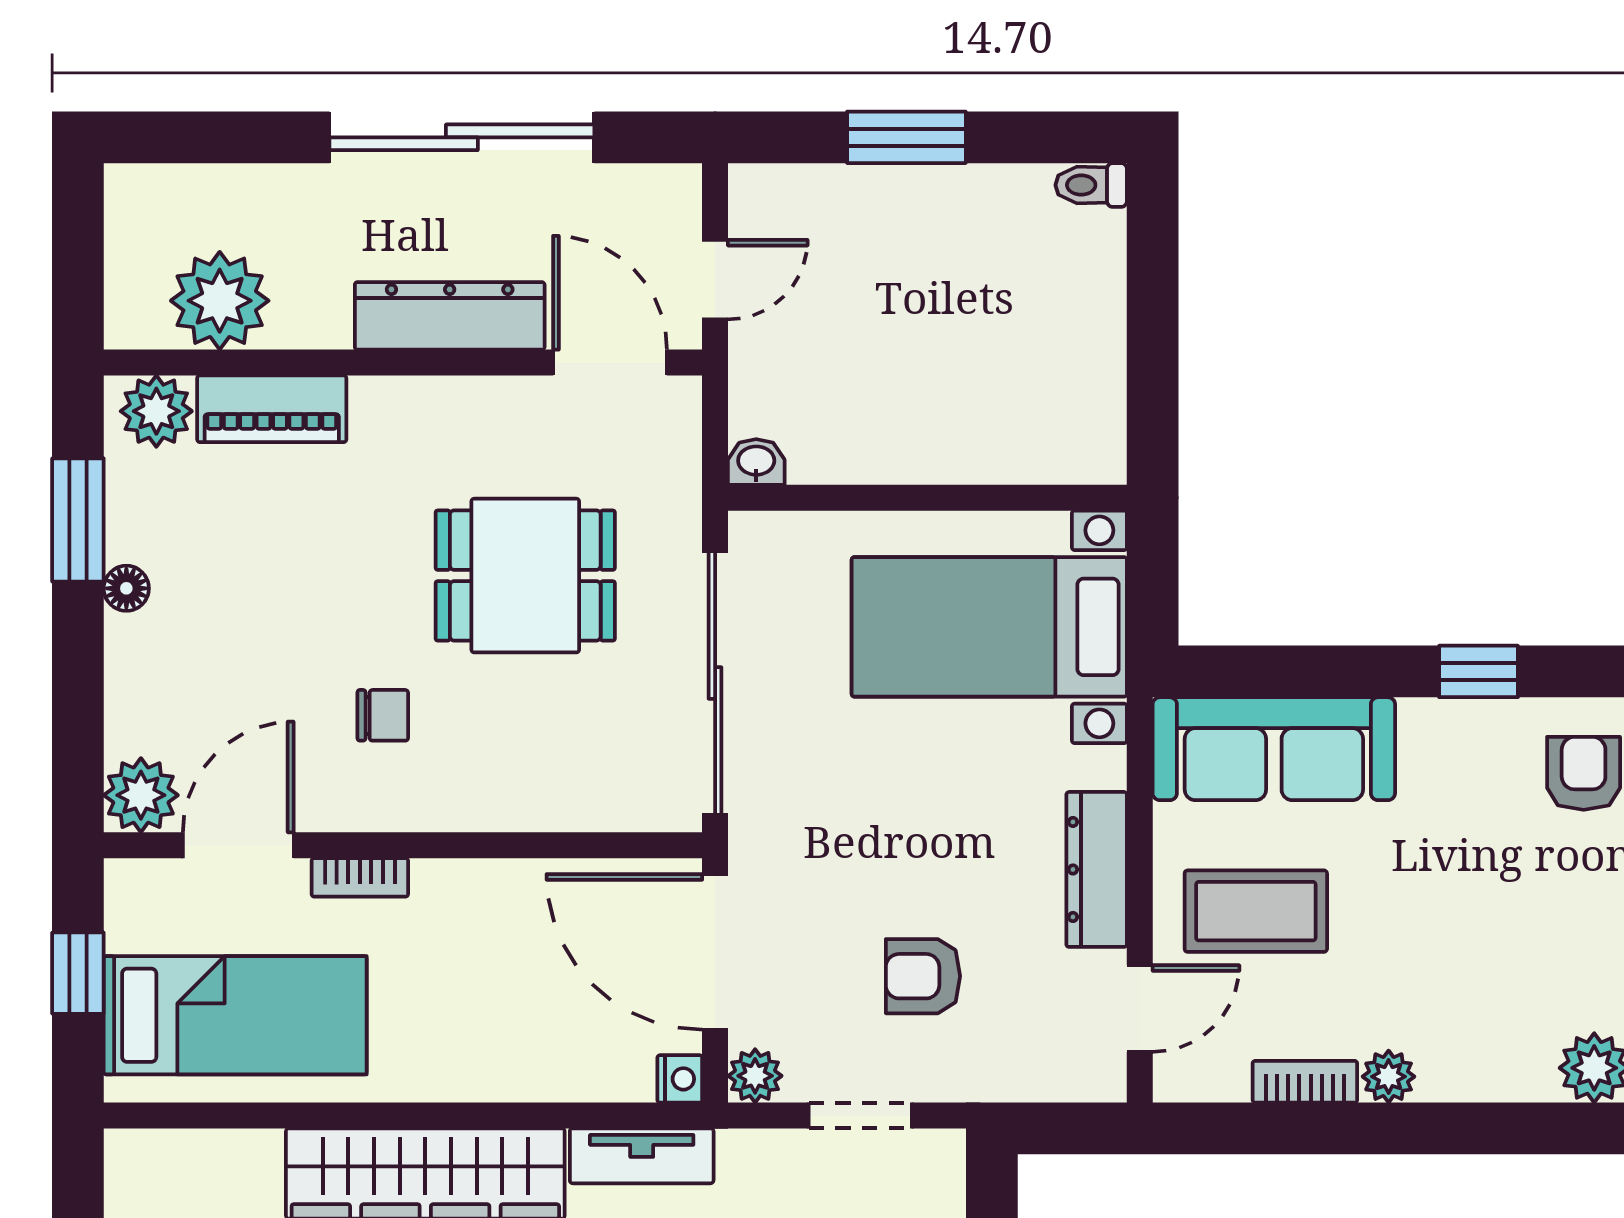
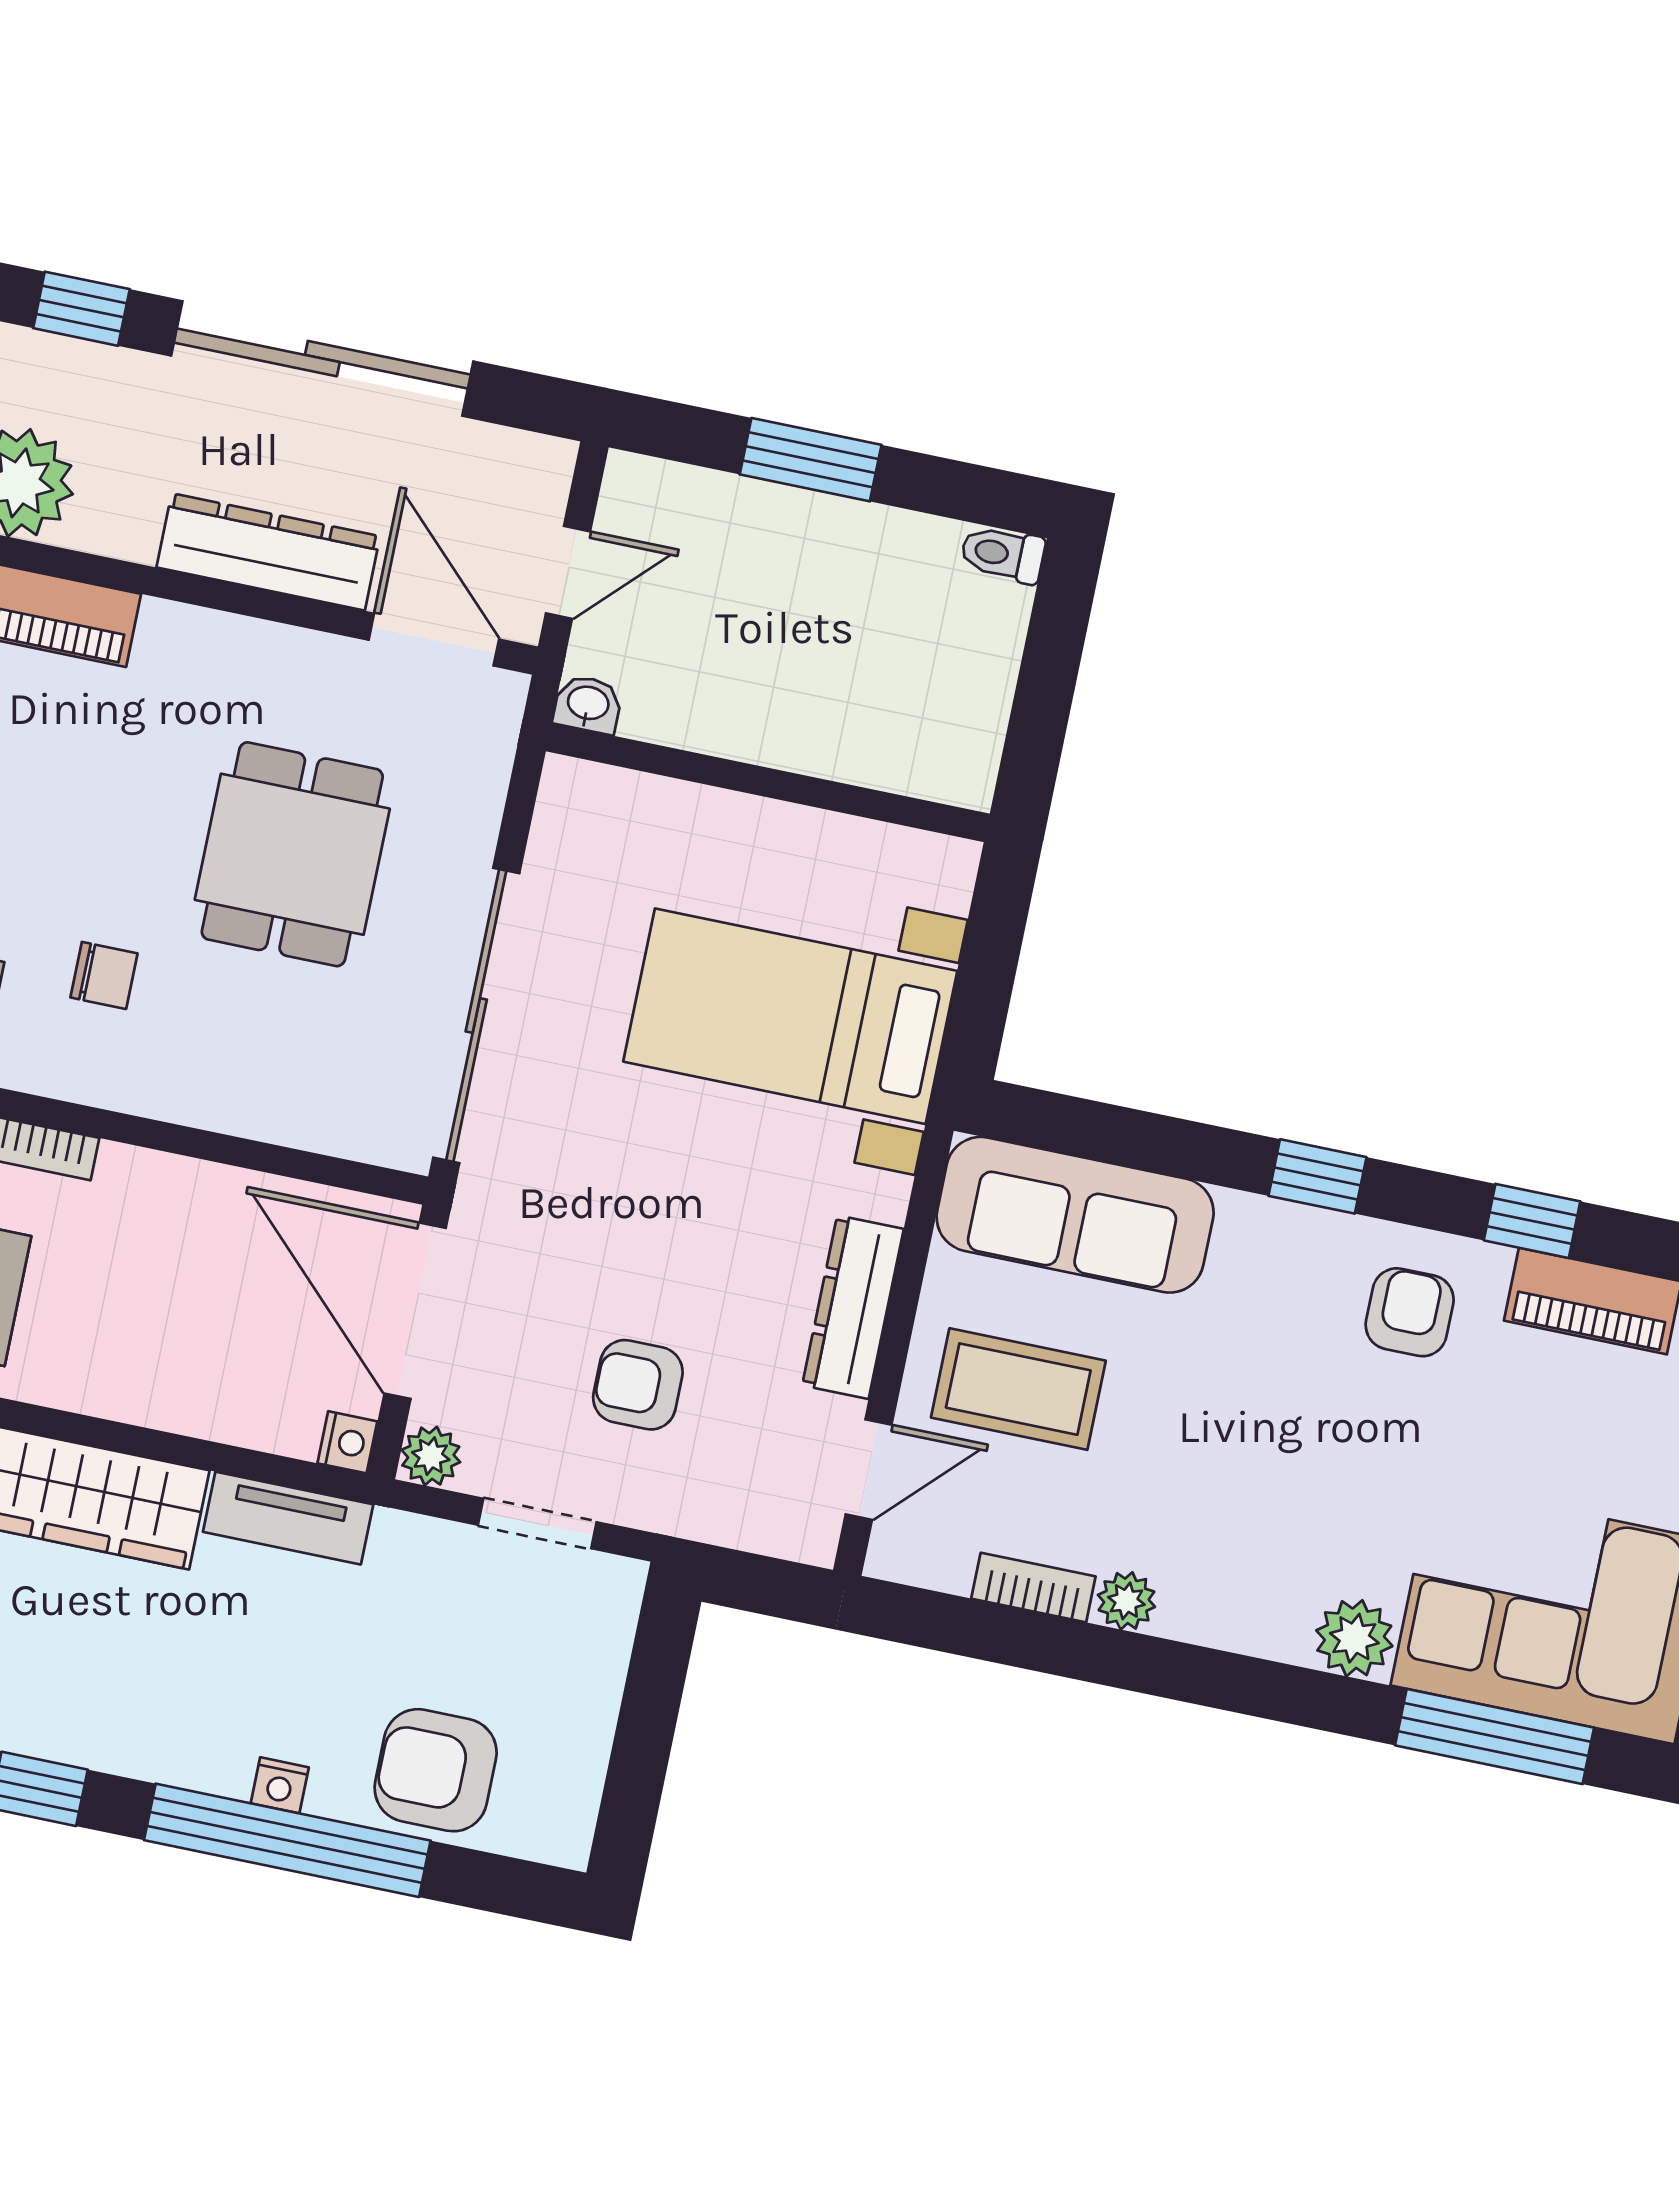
window: (243, 137) -> (81, 309), added
washbasin: (756, 462) -> (588, 704), moved
wall: (927, 498) -> (768, 783), moved
dining table: (525, 576) -> (292, 854), turned 90

